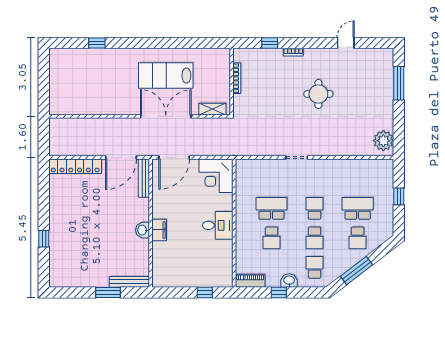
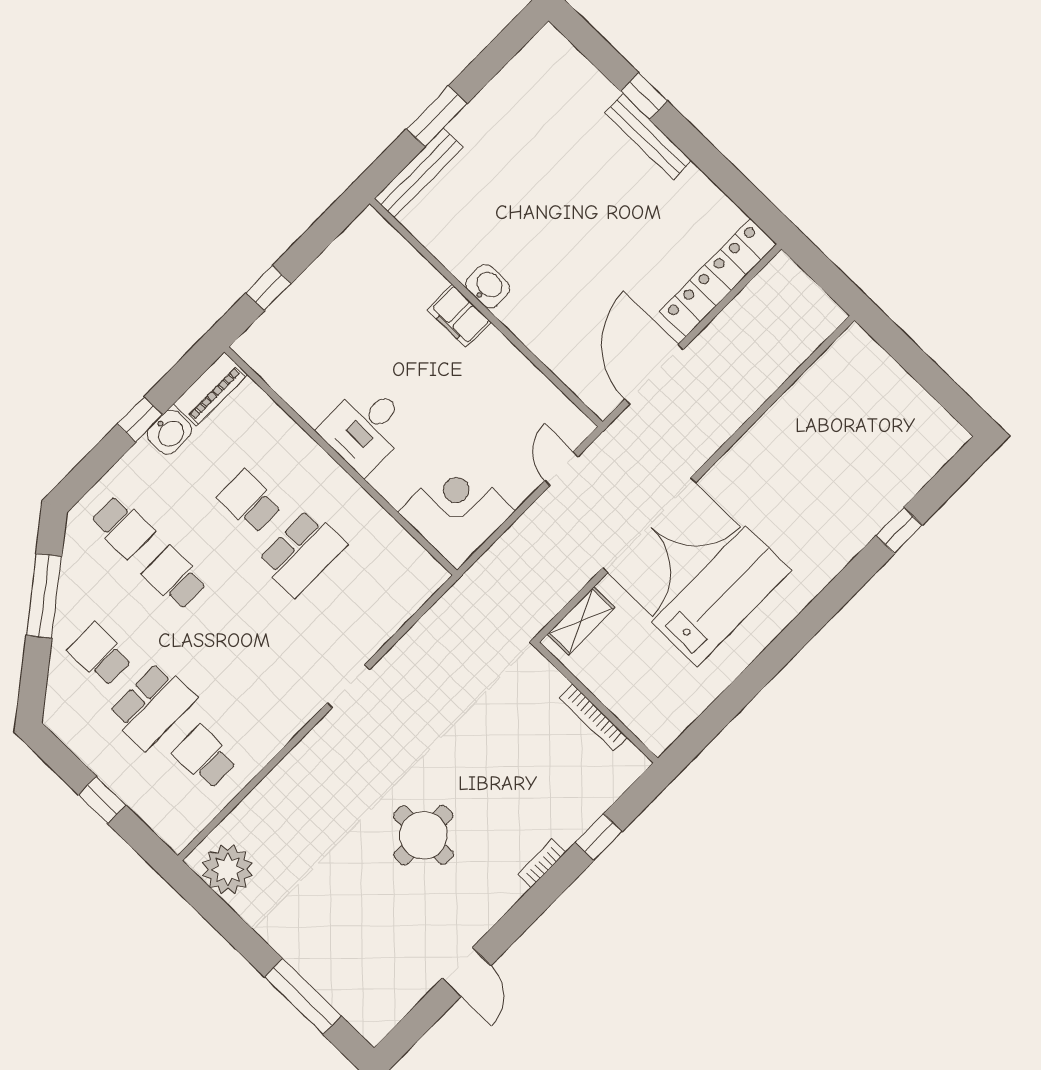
door: (174, 158) -> (562, 469), width x0.53
bench: (144, 178) -> (648, 137), moved
school desk: (315, 208) -> (205, 757), moved, turned 180
washbasin: (289, 281) -> (169, 432), moved

